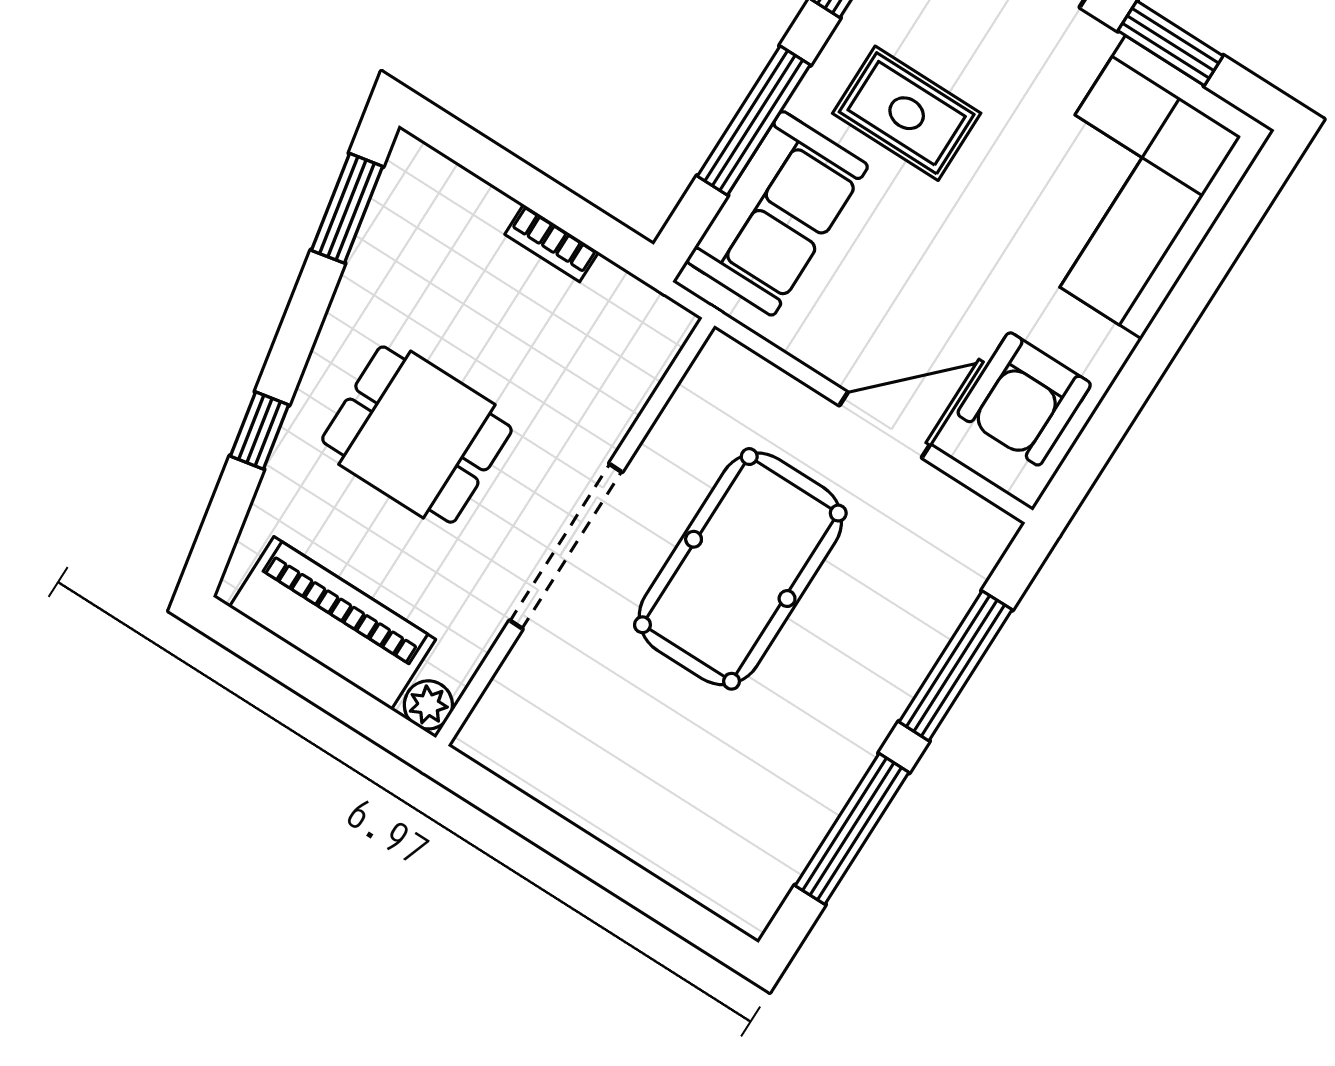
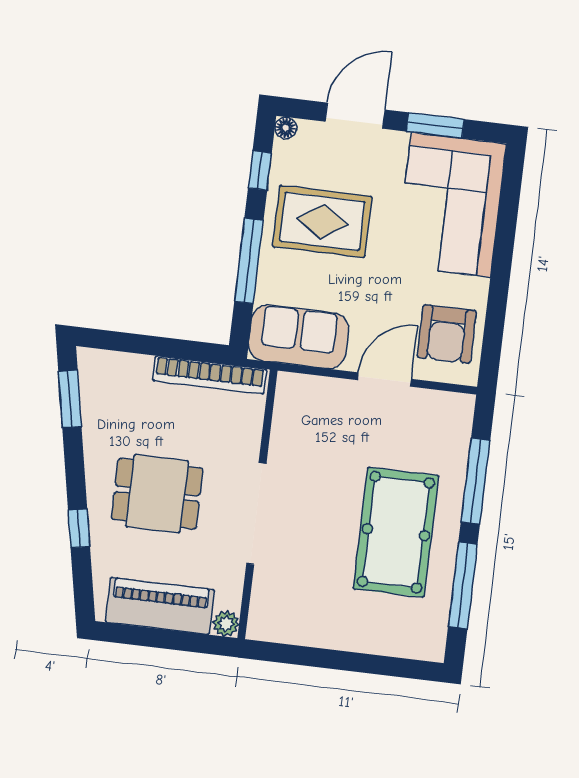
rug: (907, 113) -> (322, 221), width x1.36, depth x1.43
sofa: (777, 213) -> (299, 337), moved, turned -90
bookcase: (552, 243) -> (210, 375), width x2.31, depth x1.31
pool table: (740, 569) -> (396, 532), moved

